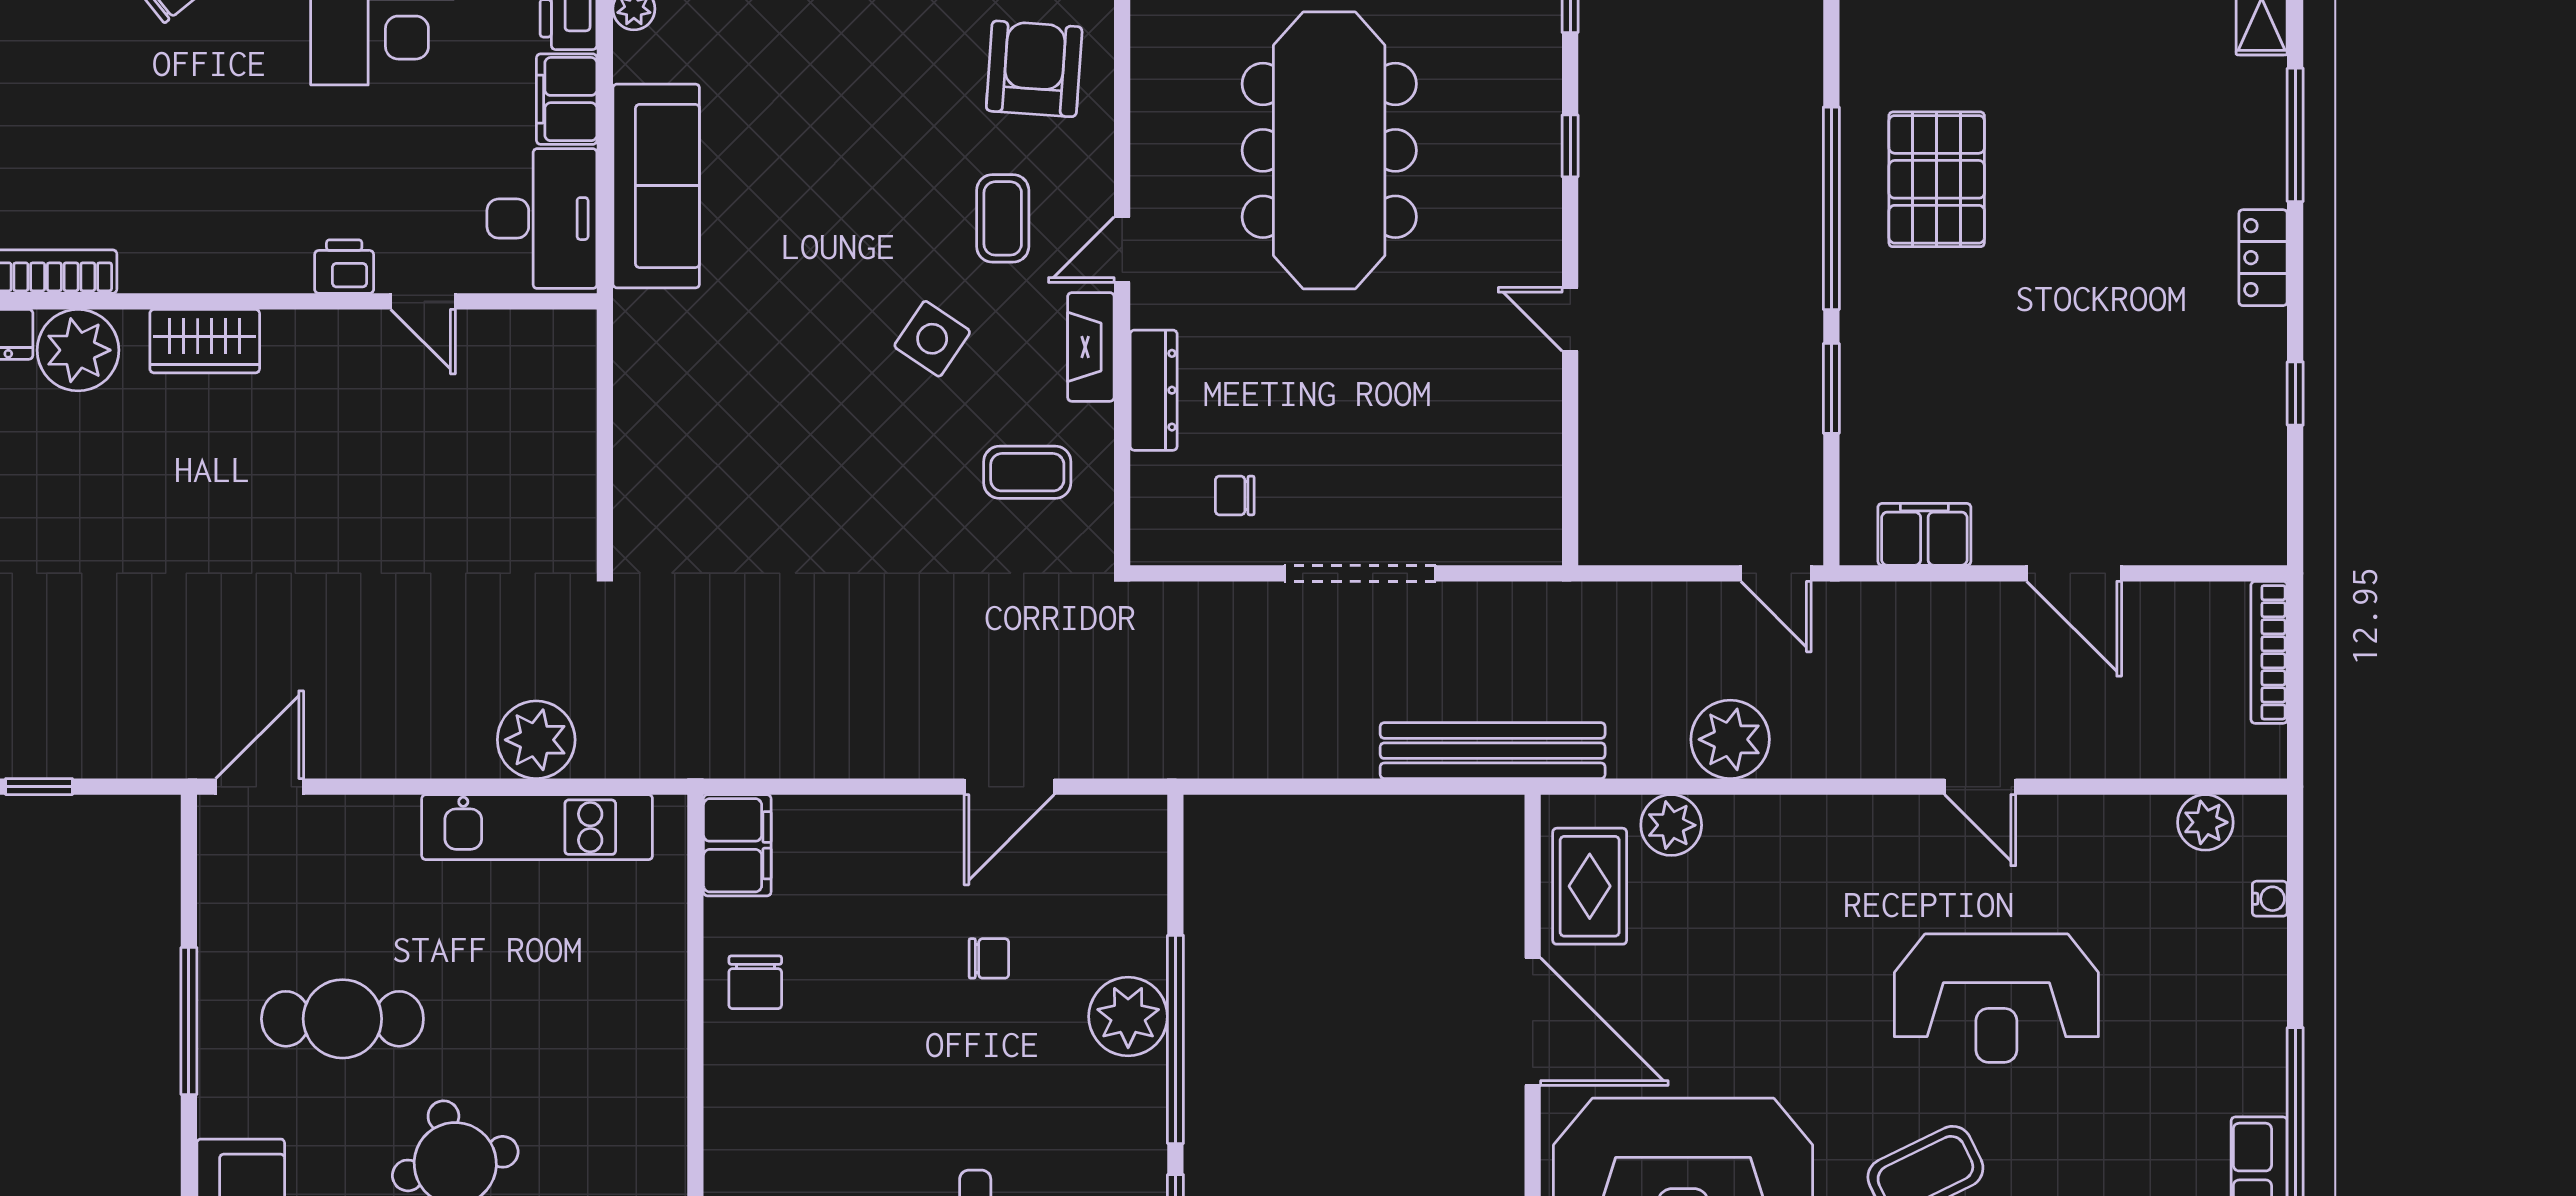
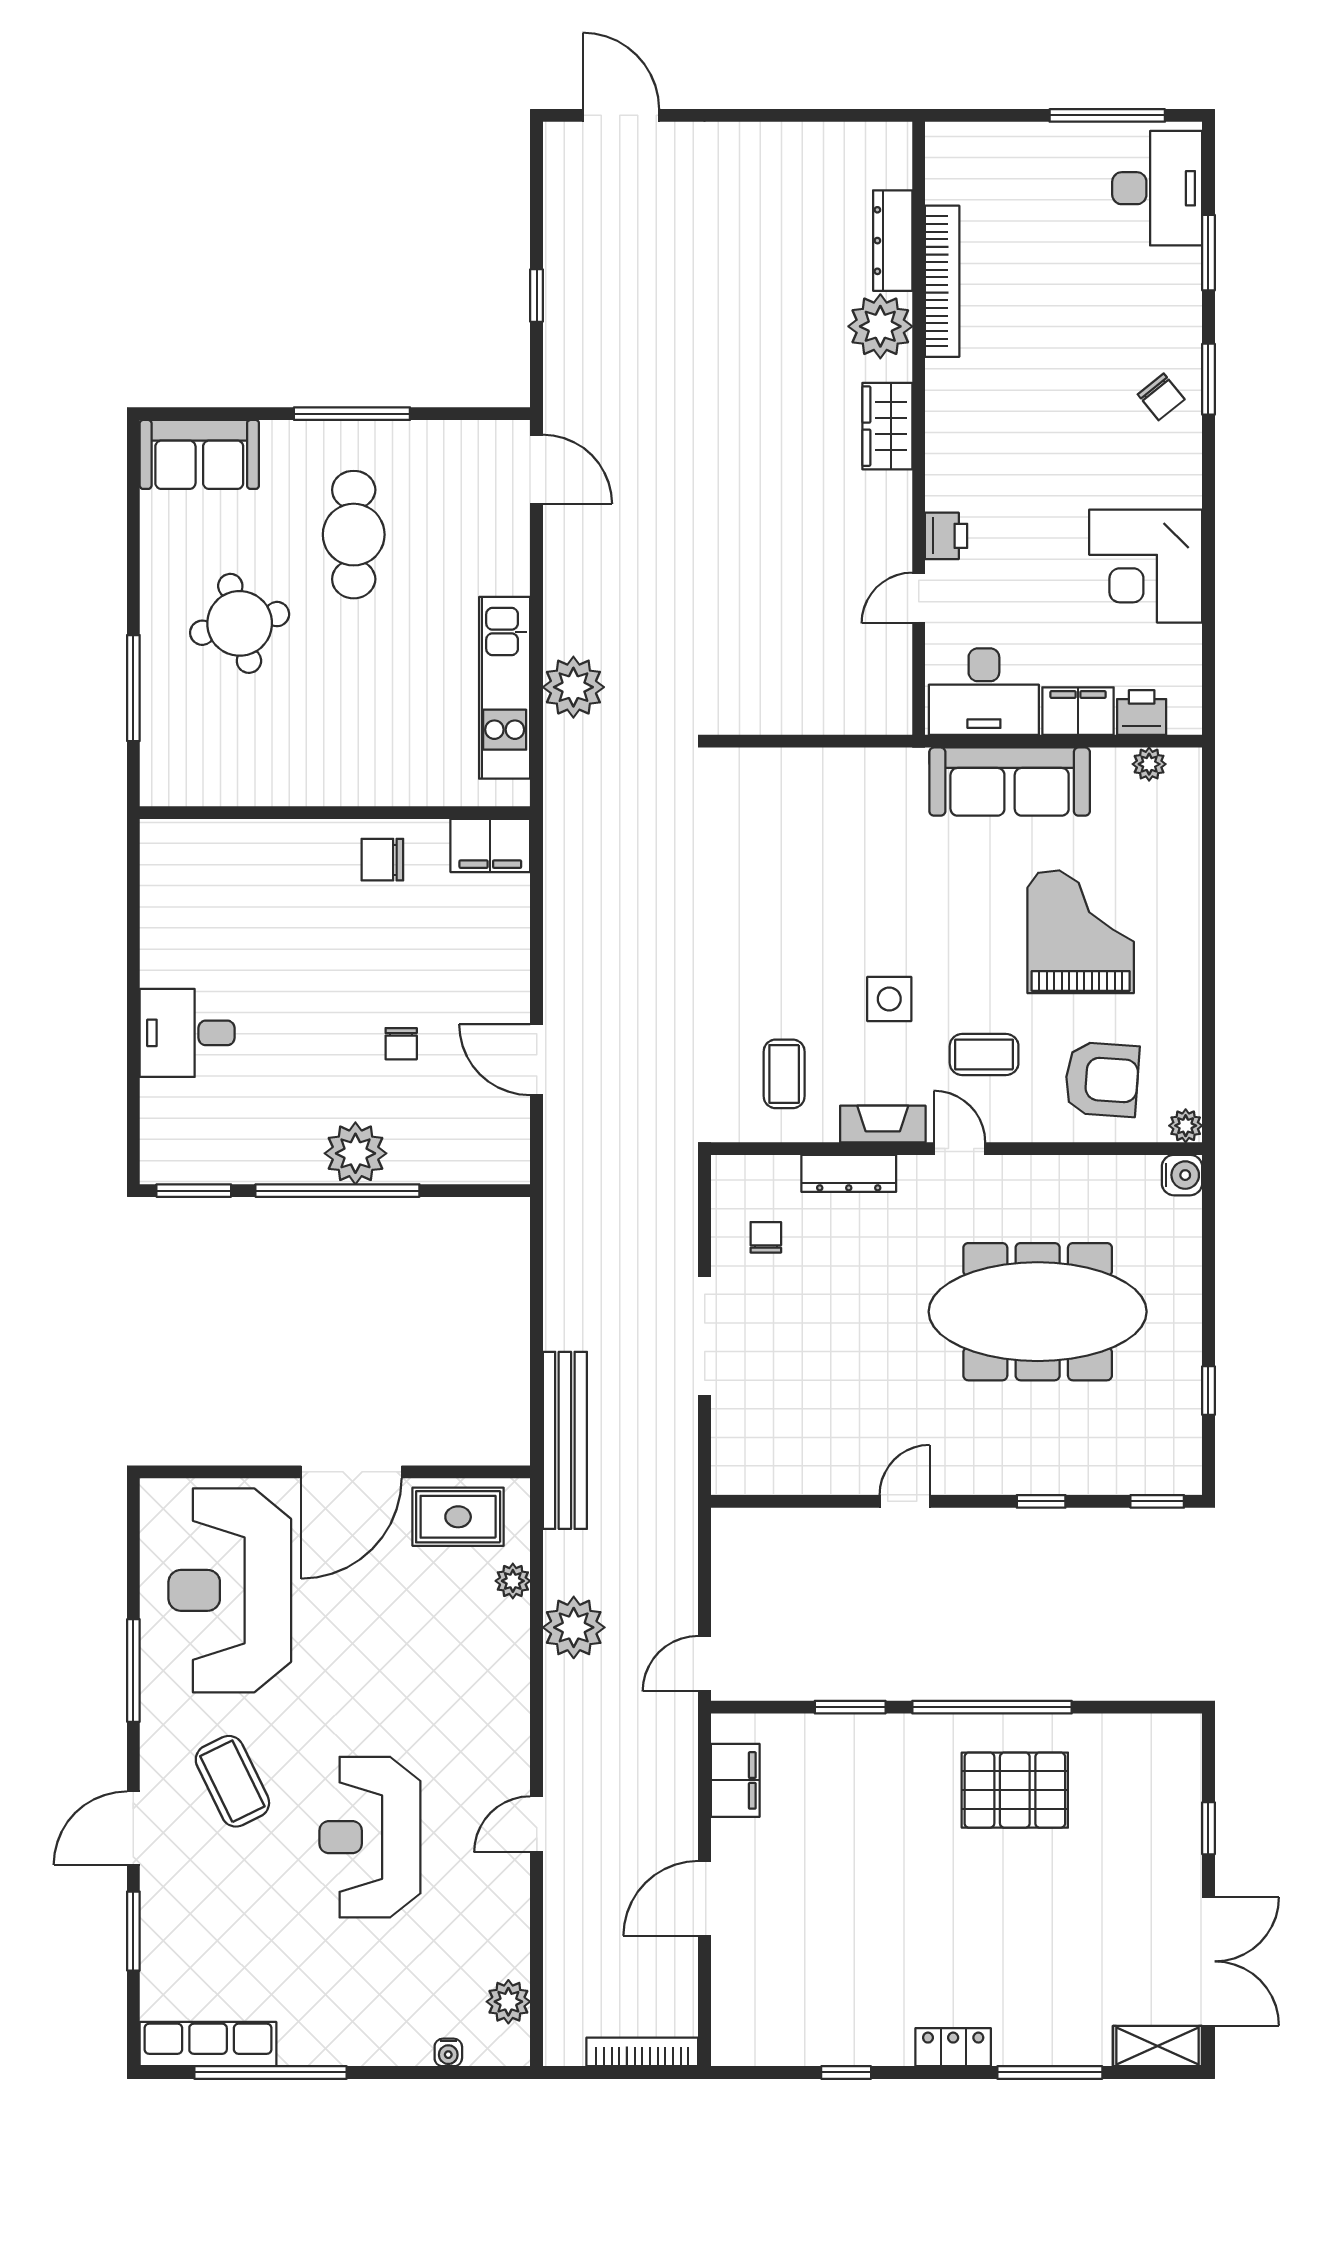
grand piano: (847, 96) -> (1081, 932), added
side table: (932, 339) -> (889, 999), turned -34
plant: (1671, 825) -> (513, 1581), width x0.73, depth x0.73

